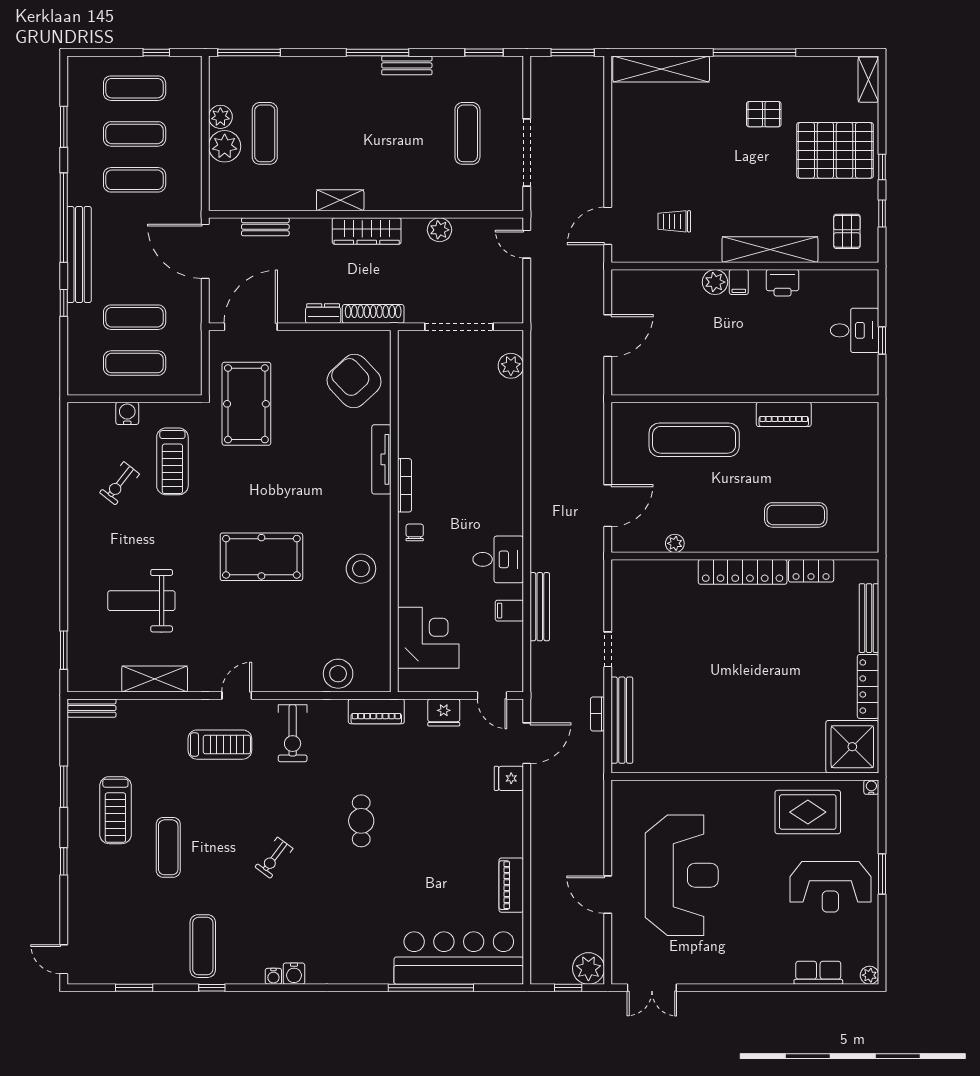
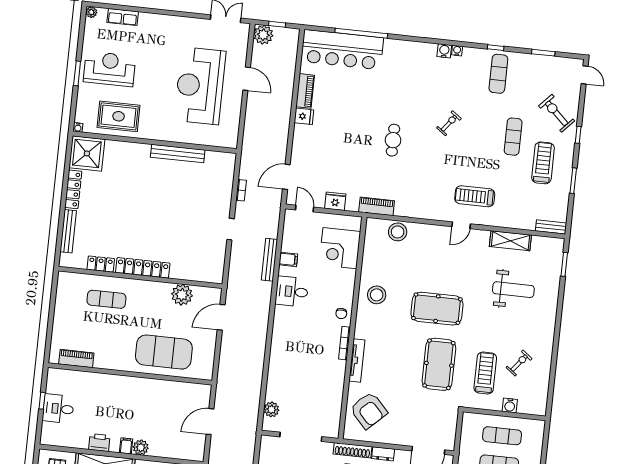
pool table: (246, 404) -> (439, 364), moved
piano: (784, 414) -> (76, 358), moved
exercise mat: (694, 440) -> (164, 352), width x1.47
plant: (675, 543) -> (182, 295), width x1.87, depth x1.87
bench: (622, 720) -> (178, 153), moved, turned 90
exercise bike: (293, 733) -> (557, 113), moved, turned -47
fridge: (509, 778) -> (304, 116), moved

